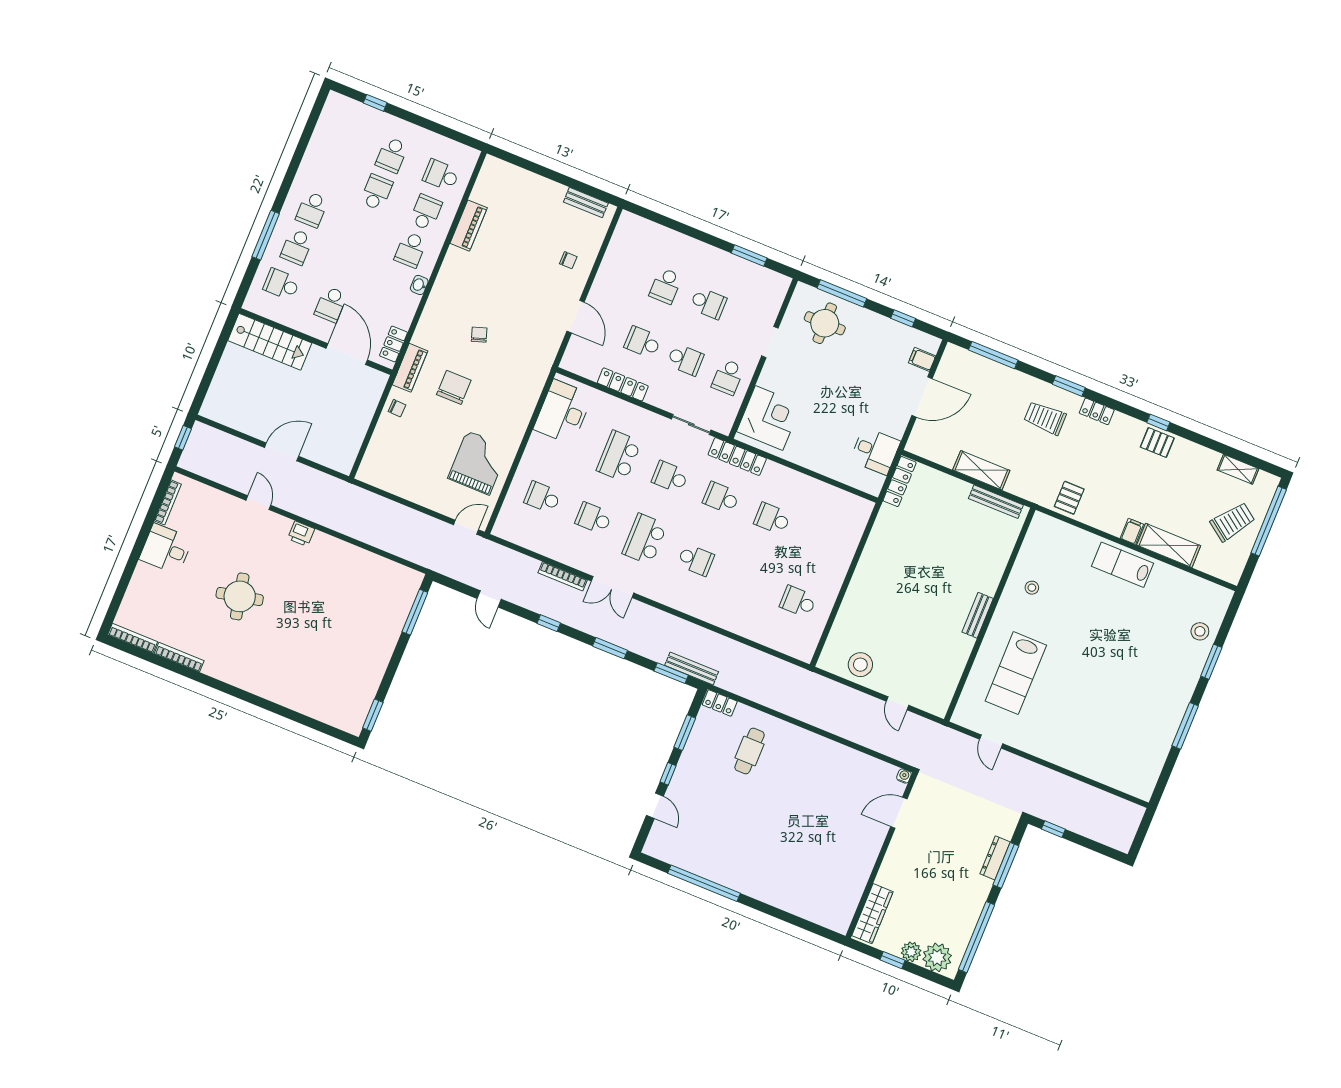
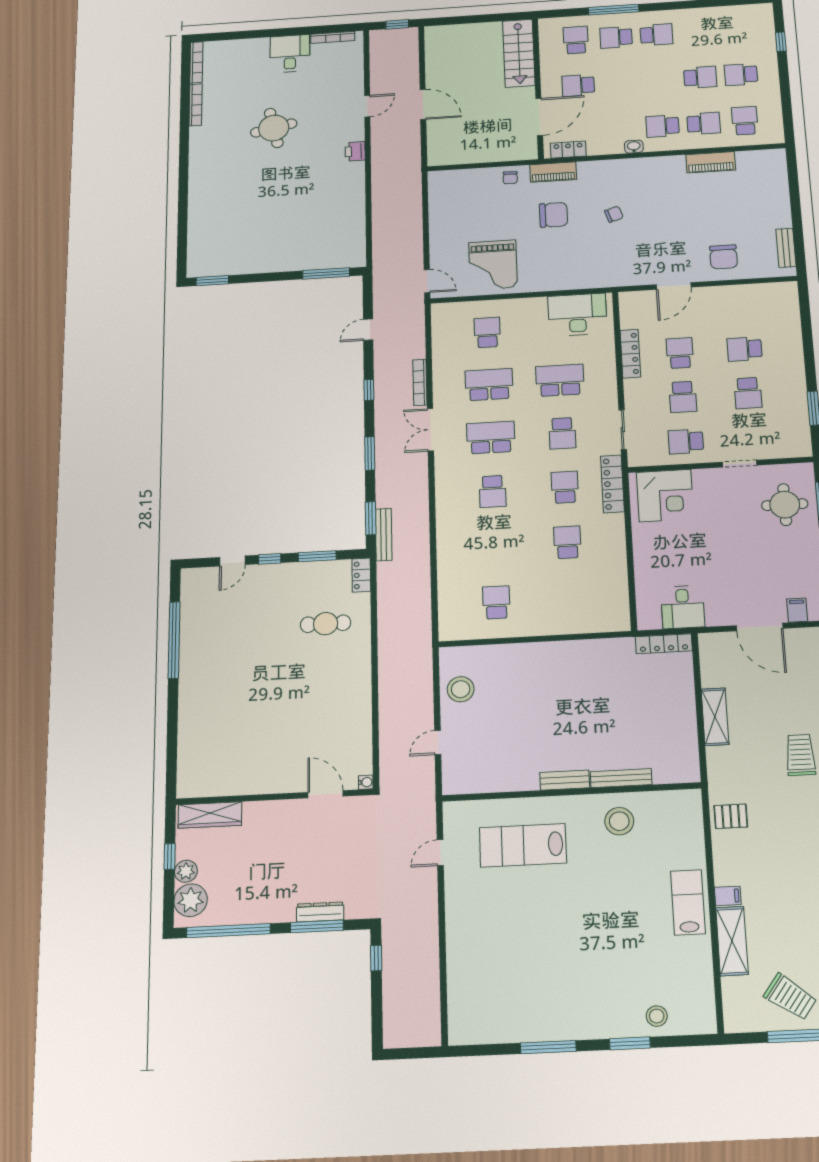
school desk: (312, 209) -> (656, 35), turned 180
chair: (568, 260) -> (724, 257), width x1.87, depth x1.87
grand piano: (478, 463) -> (493, 265), turned 90
school desk: (670, 477) -> (562, 433), turned 180
bench: (996, 502) -> (621, 778), moved, turned 90
school desk: (594, 518) -> (489, 384), width x1.85
stool: (1032, 588) -> (619, 821), width x1.89, depth x1.89

